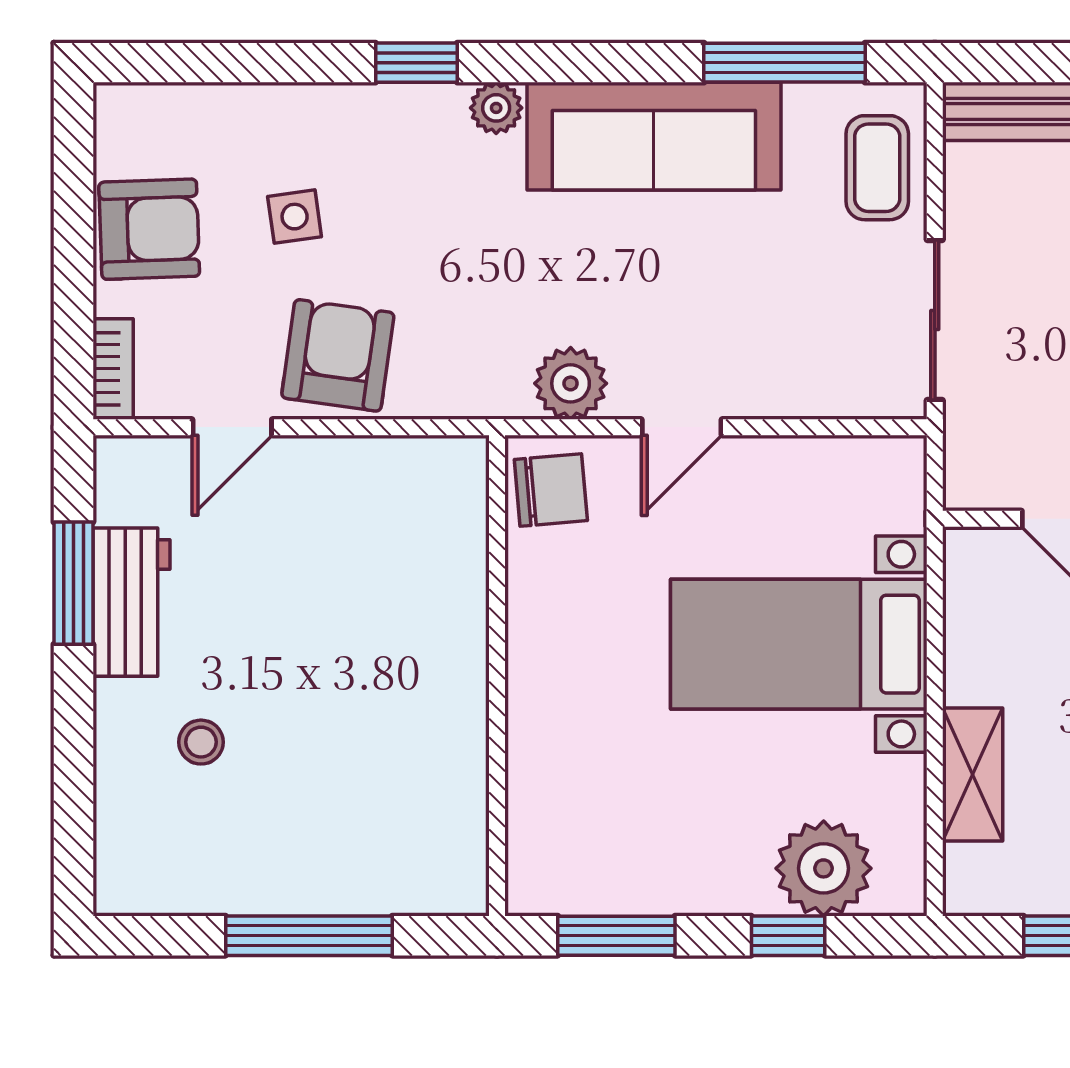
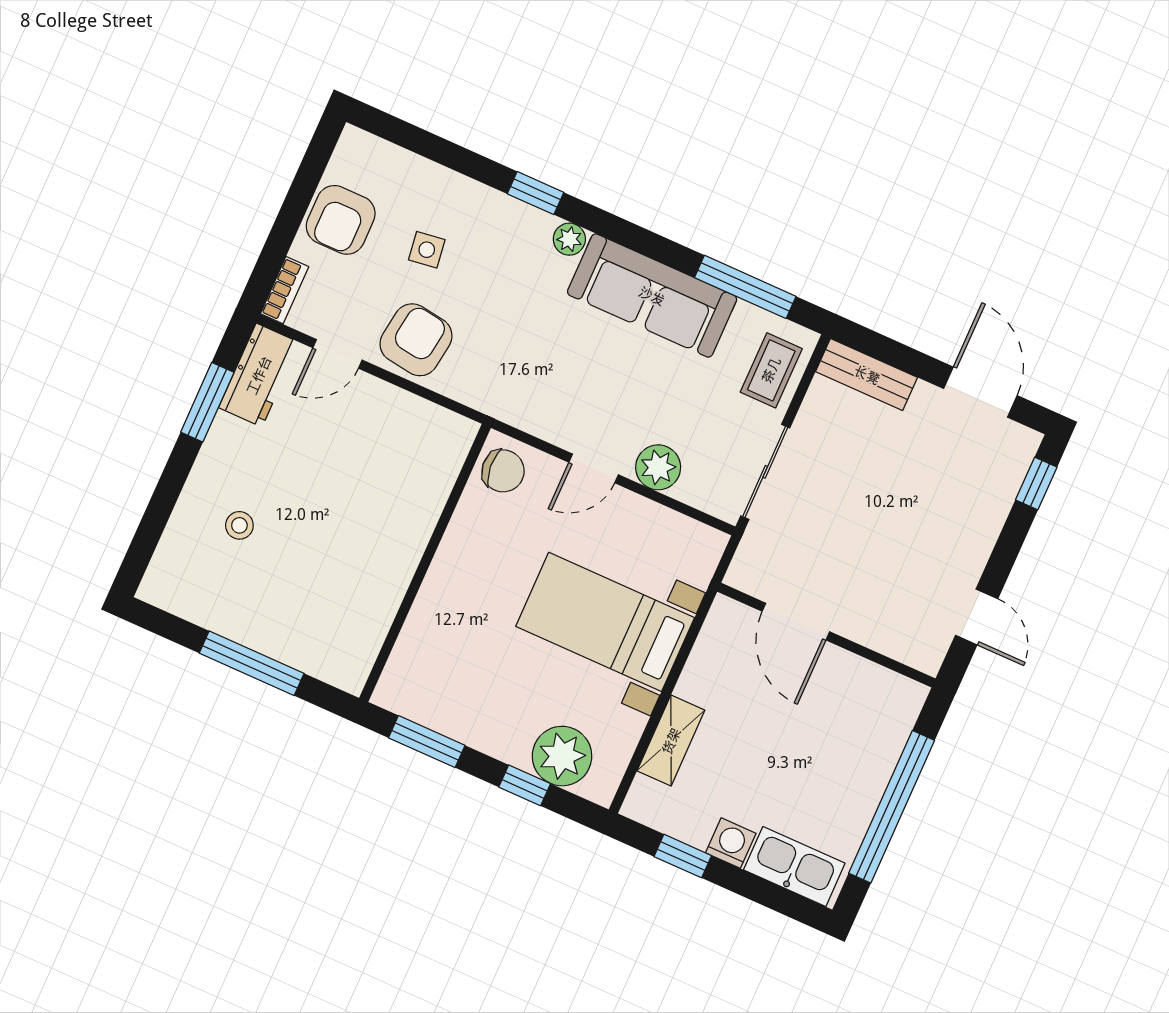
armchair: (149, 229) -> (341, 220), turned 92
plant: (571, 383) -> (658, 467), moved
workbench: (131, 602) -> (259, 375), moved

